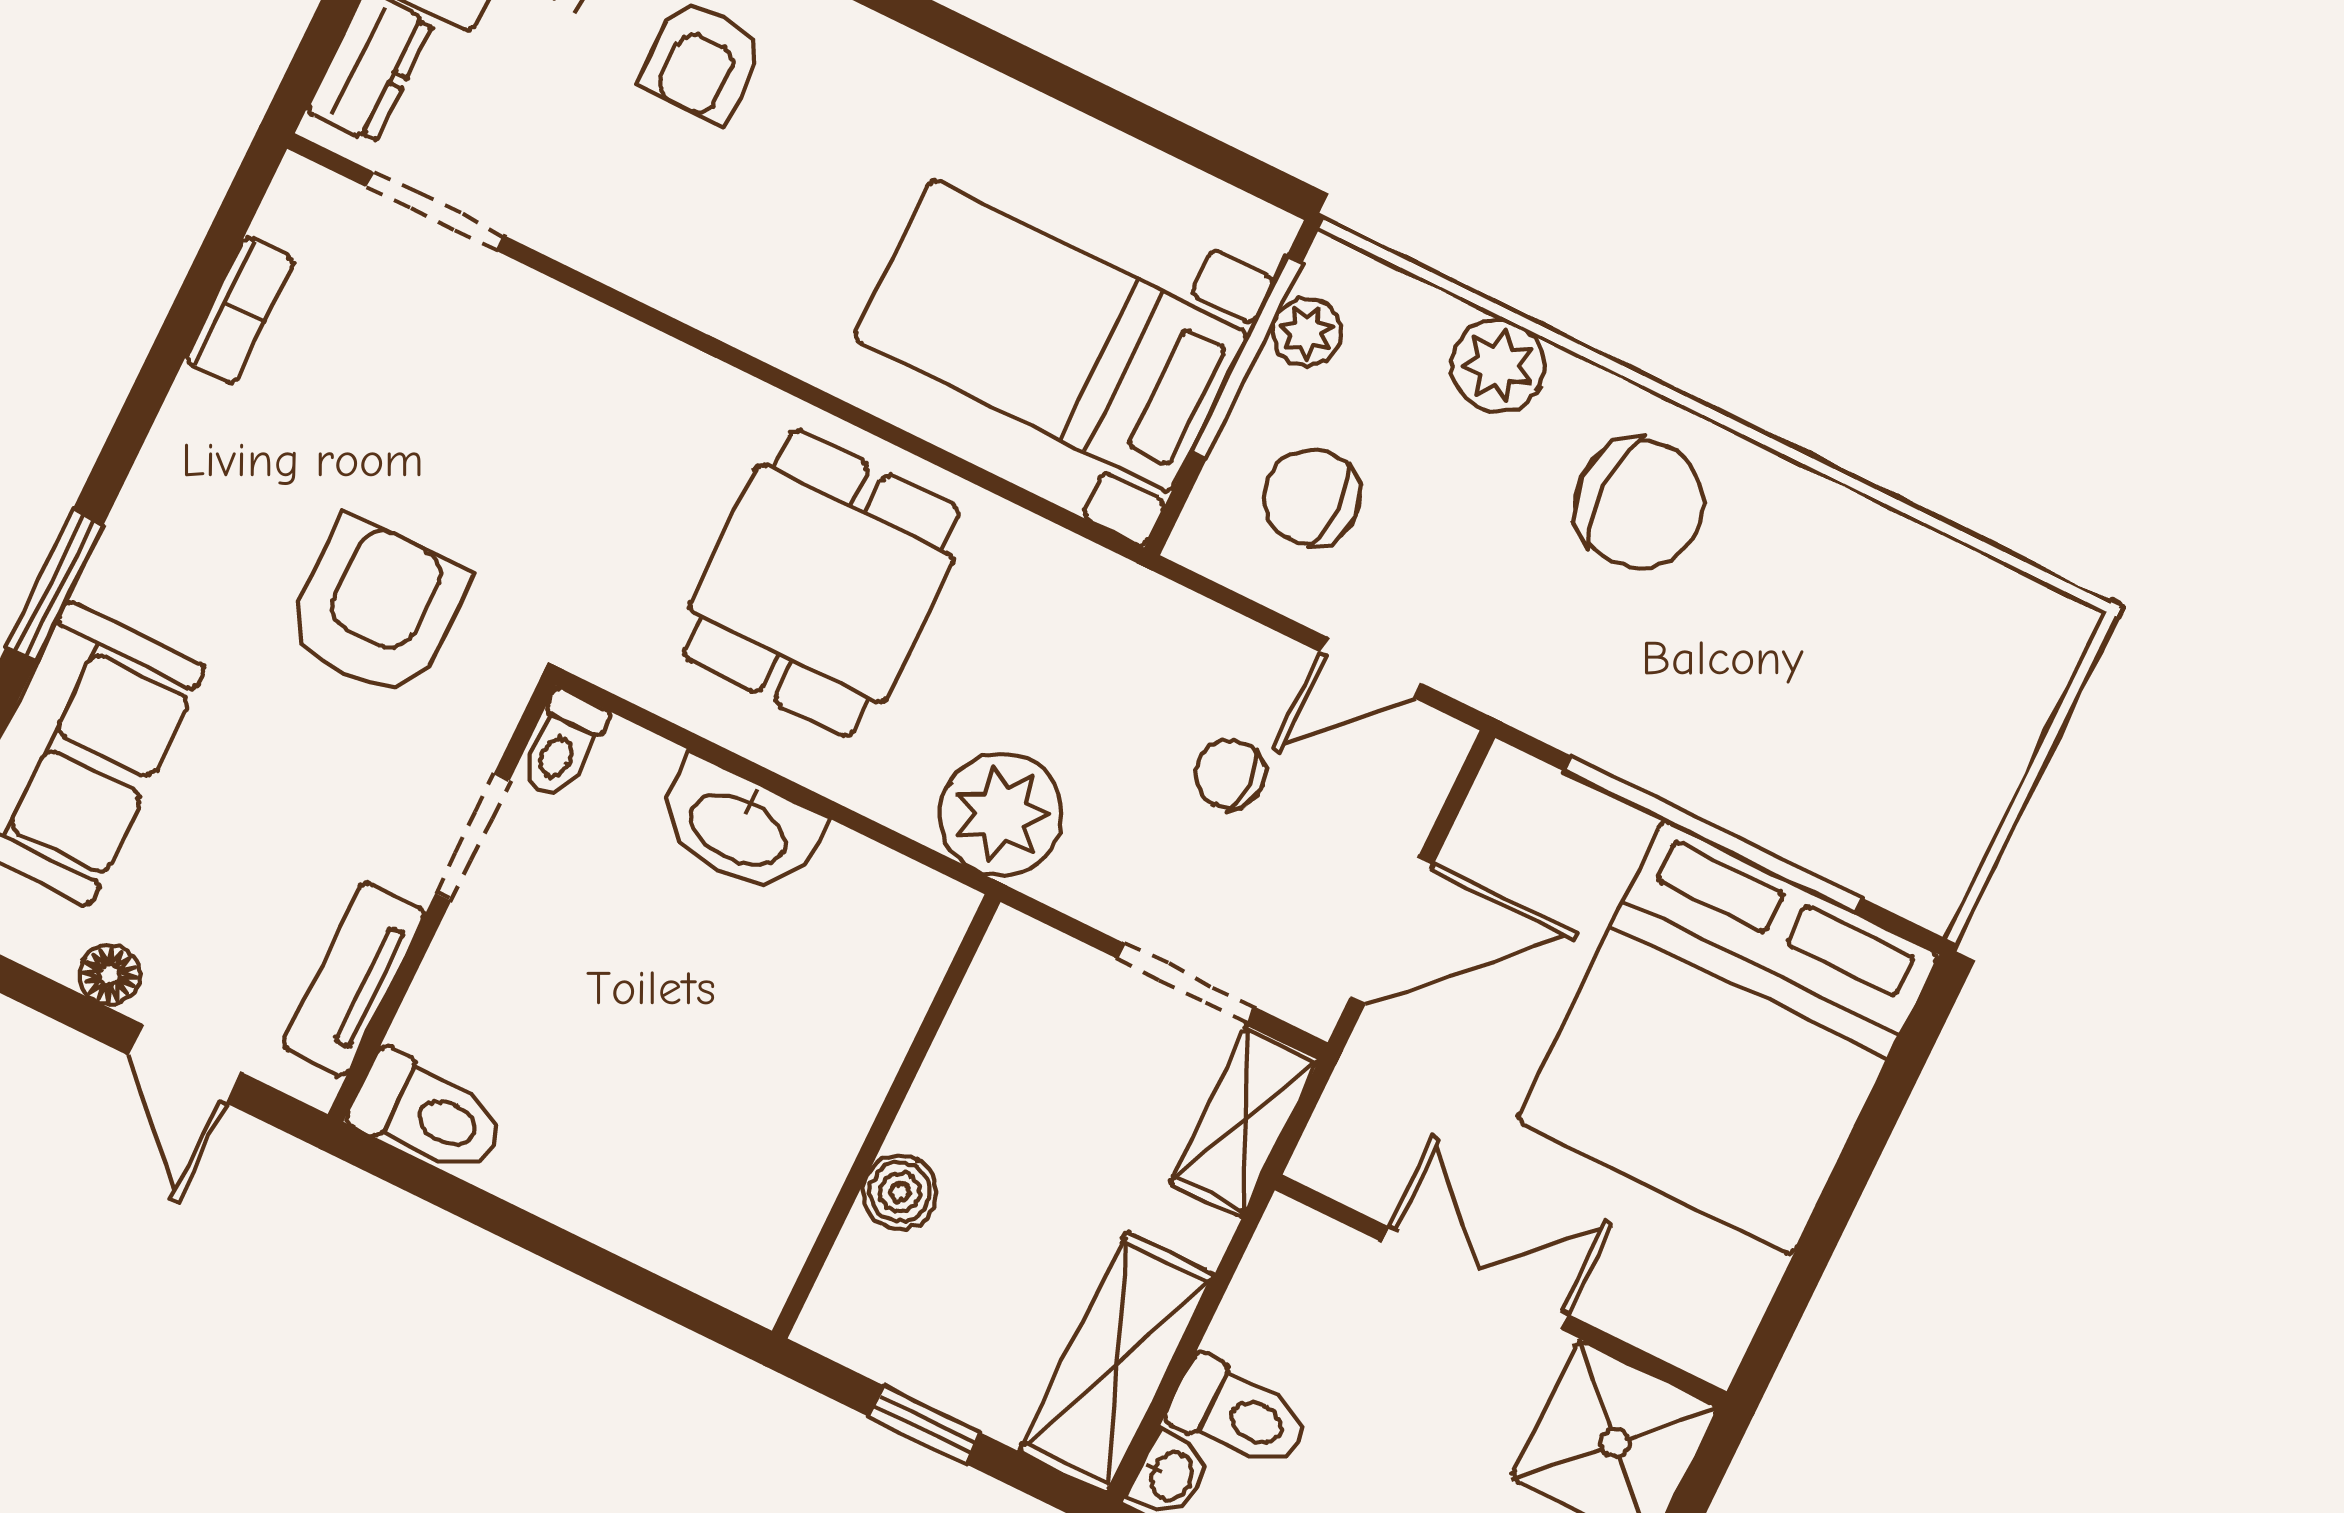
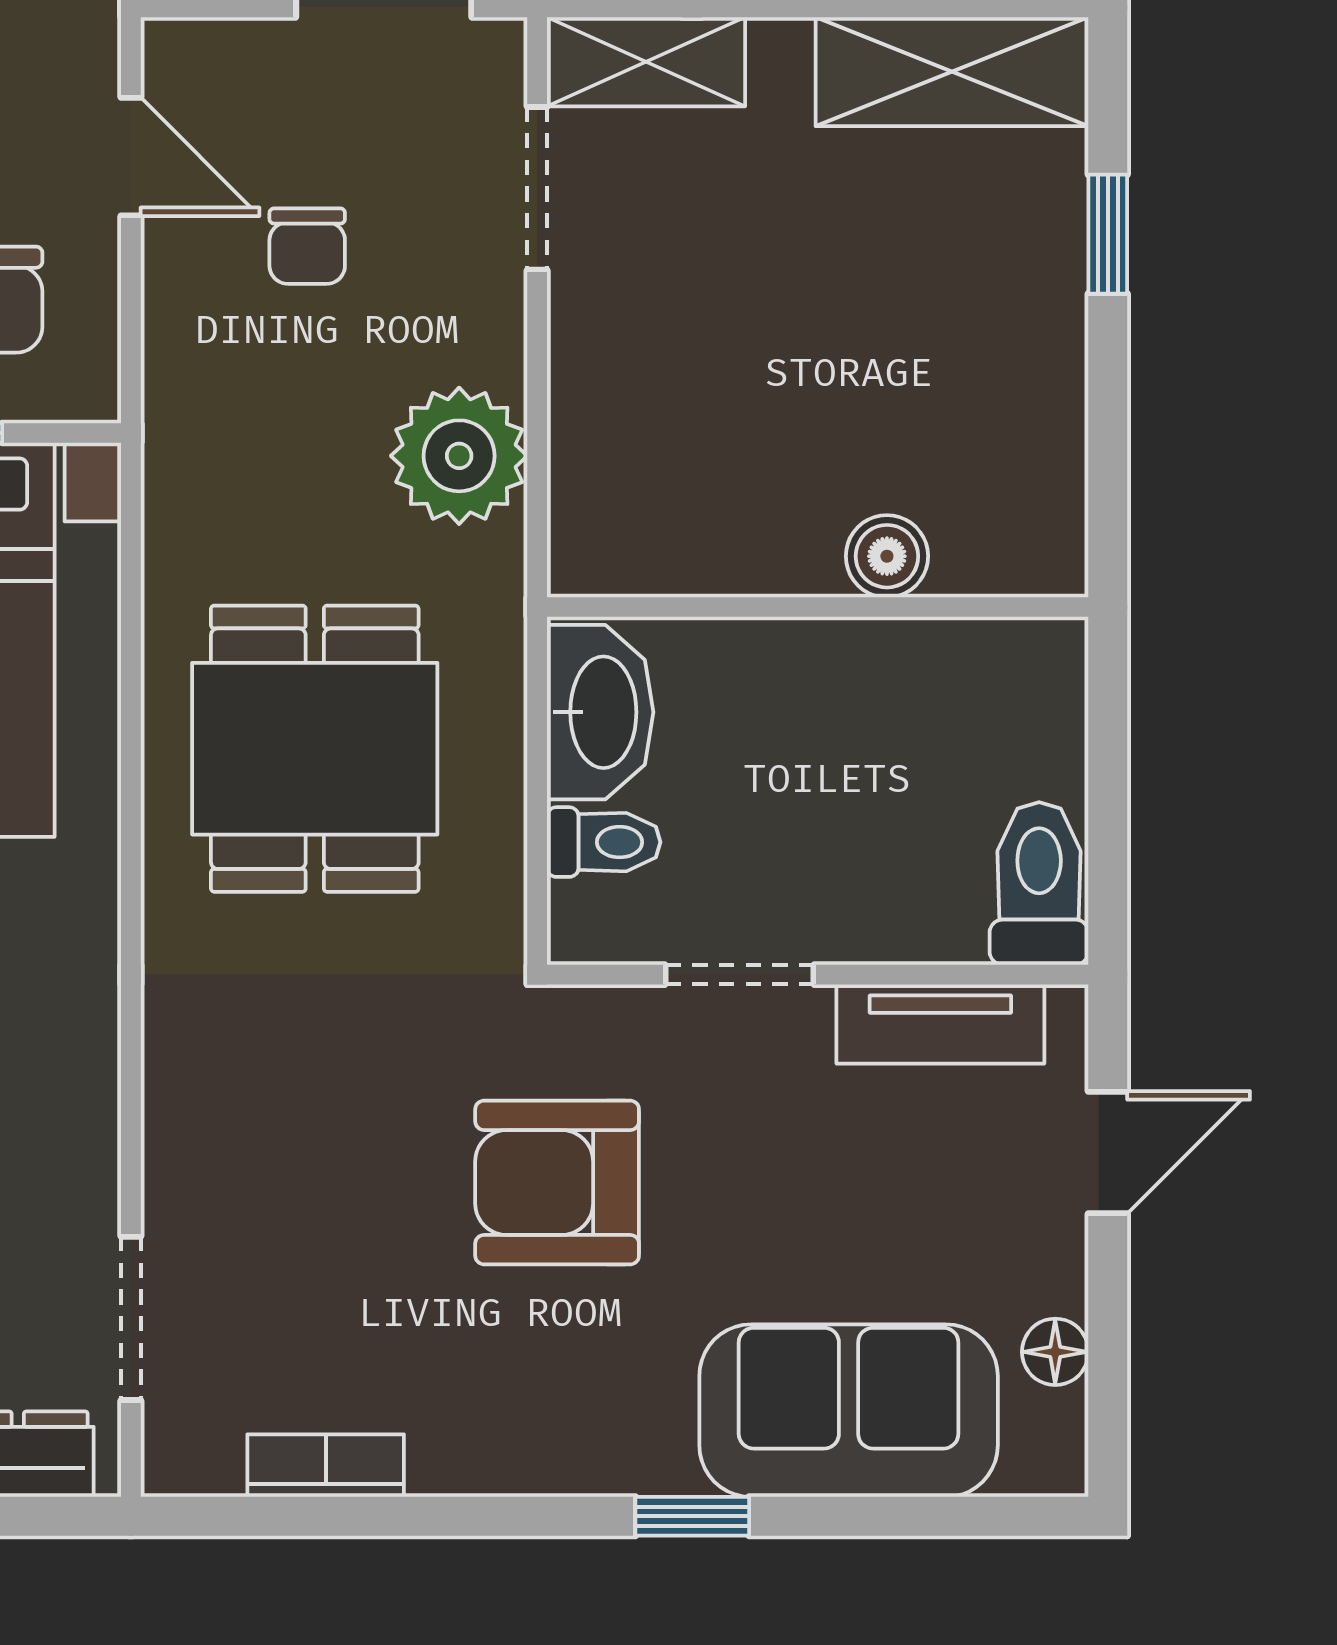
dining table: (822, 583) -> (315, 749), turned 90
window: (55, 586) -> (692, 1516), width x0.67
toilet: (562, 745) -> (604, 842), moved
floor lamp: (110, 975) -> (1055, 1352), moved
wall: (886, 1116) -> (818, 607), moved
boiler: (900, 1192) -> (887, 556), moved

